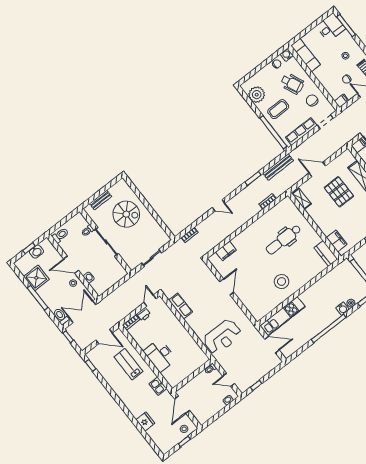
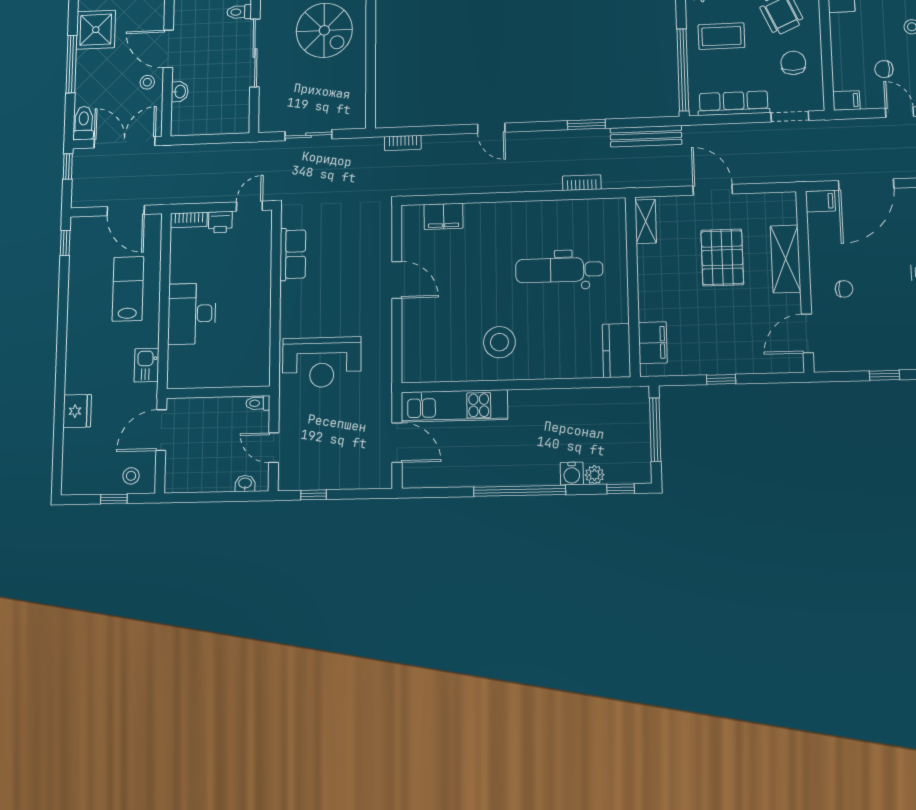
door: (227, 287) -> (397, 280), hinge flipped

